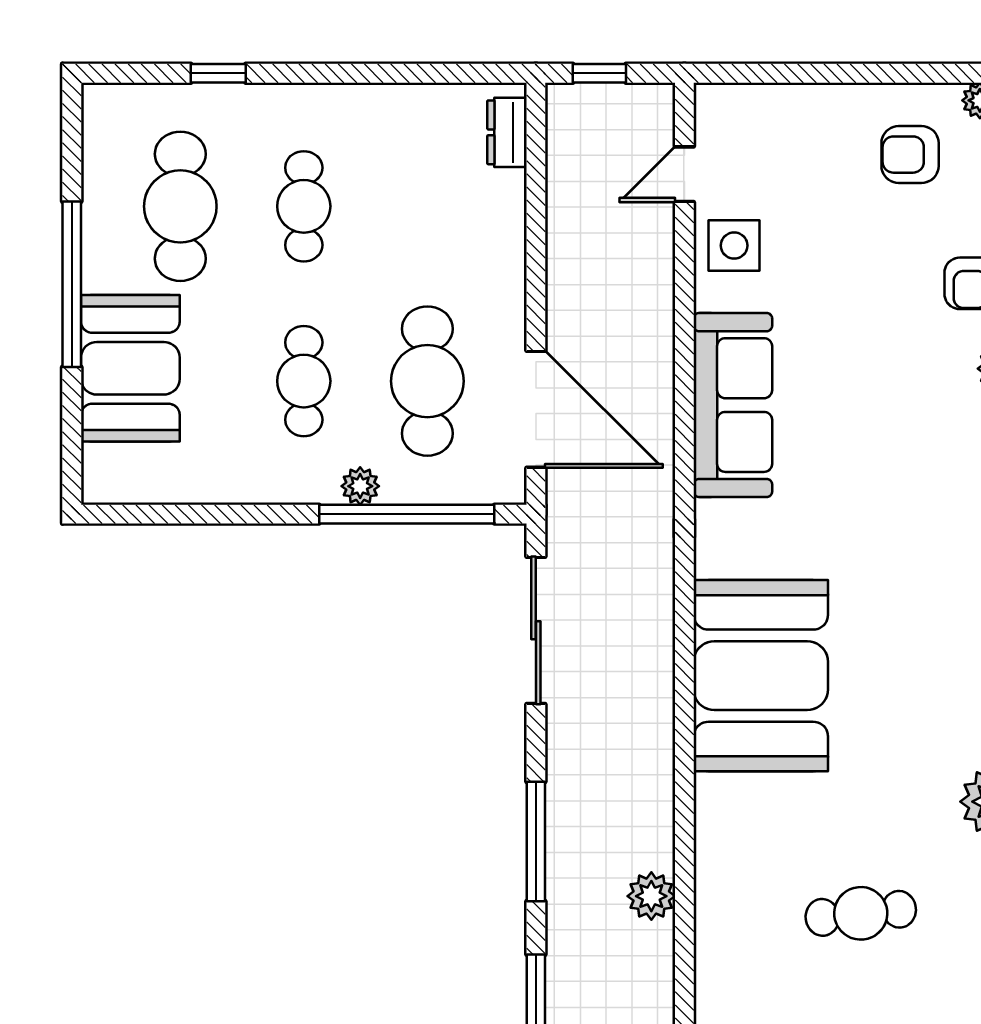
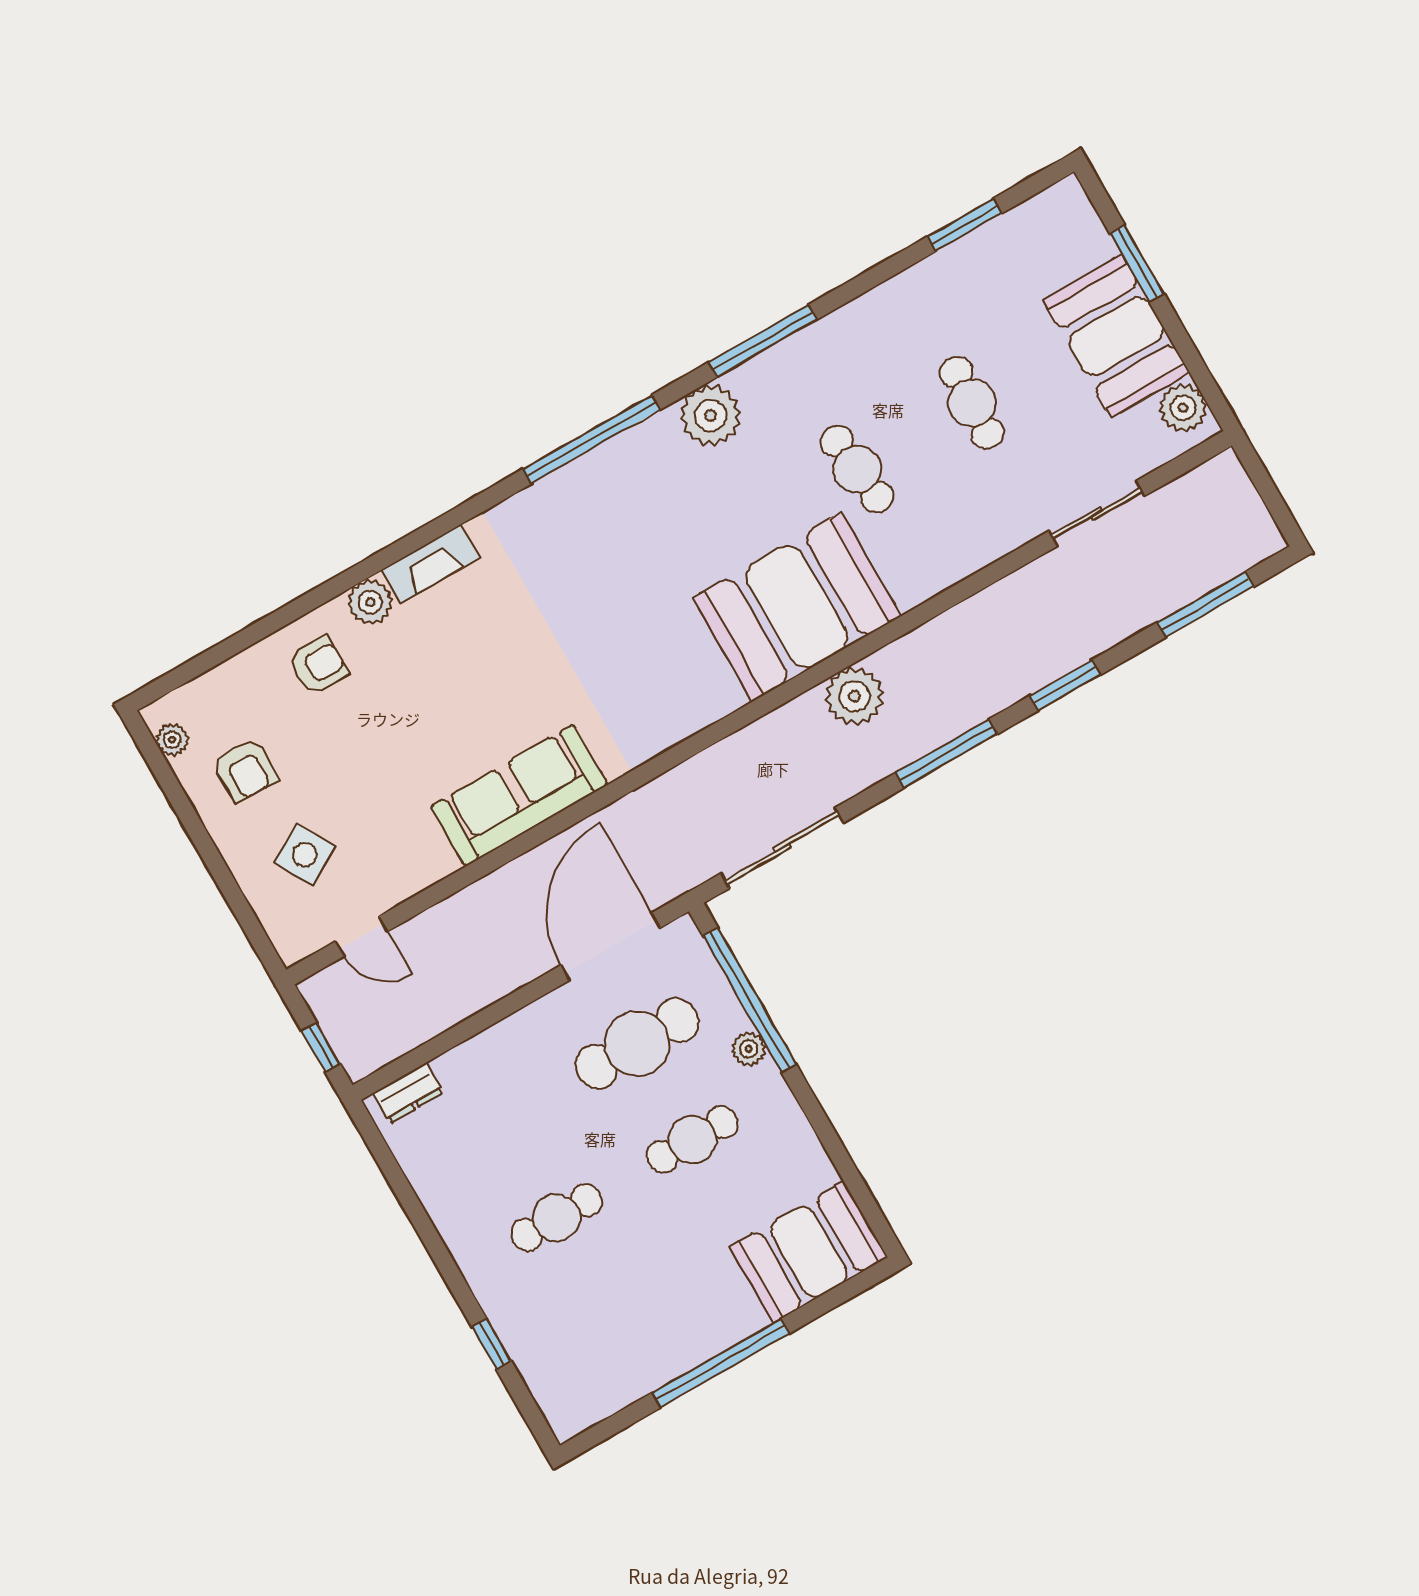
cafe table: (180, 206) -> (612, 1314), removed
side table: (734, 246) -> (305, 855), moved, turned -30
booth: (130, 368) -> (809, 1252), moved
booth: (761, 676) -> (797, 607), moved
plant: (651, 896) -> (854, 696), moved, width x1.36, depth x1.36

